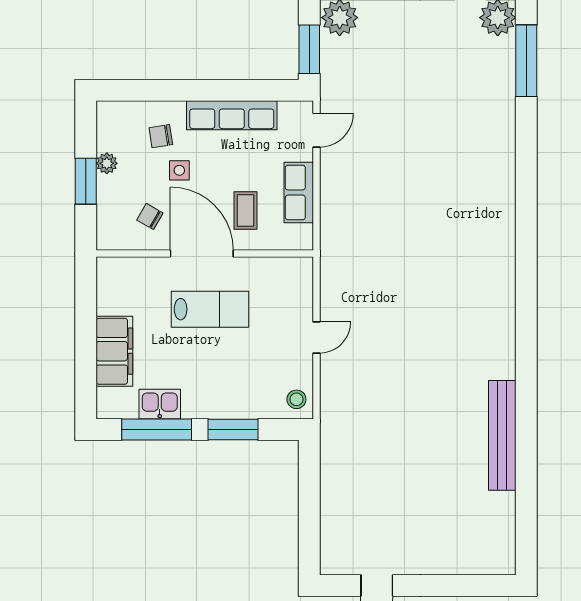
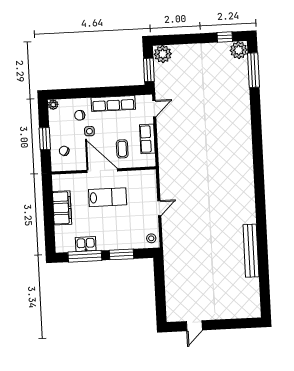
plant: (107, 163) -> (53, 105), moved
chair: (150, 216) -> (64, 151), moved
filing cabinet: (114, 351) -> (62, 208), moved

